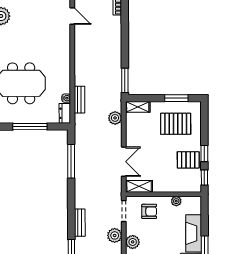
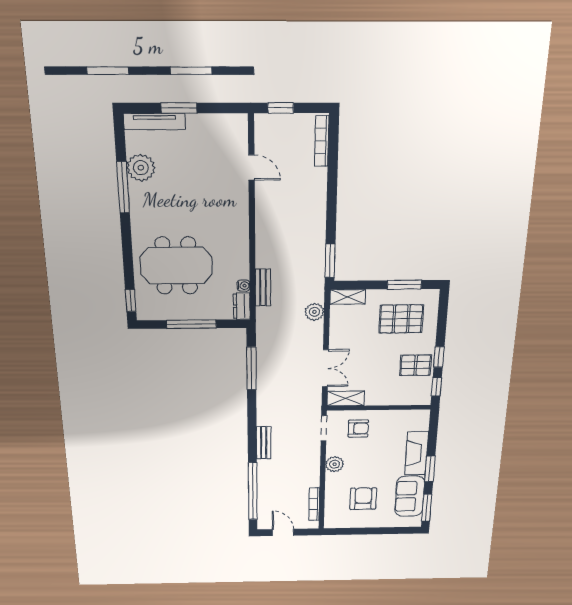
plant: (176, 201) -> (396, 416), removed
plant: (115, 235) -> (311, 457), removed

